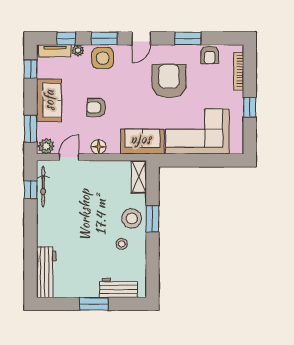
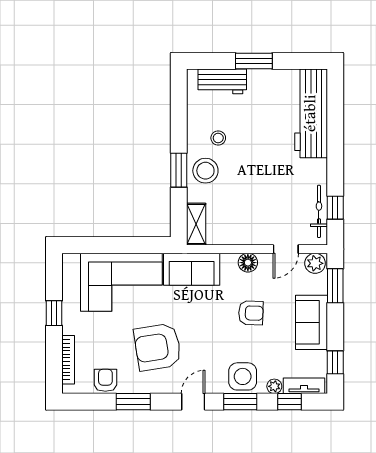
armchair: (169, 81) -> (158, 347), turned 81
workbench: (46, 272) -> (311, 113), width x1.36, depth x1.32

